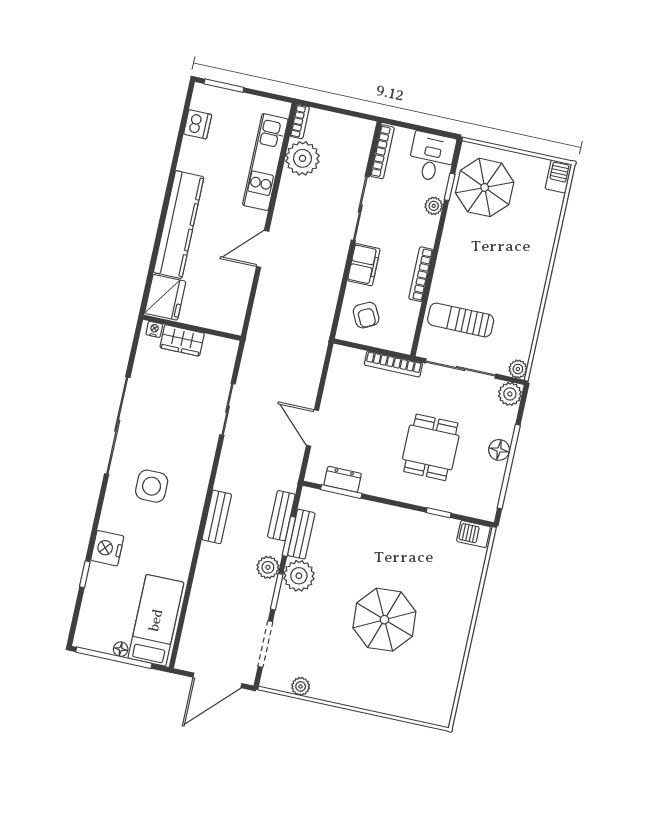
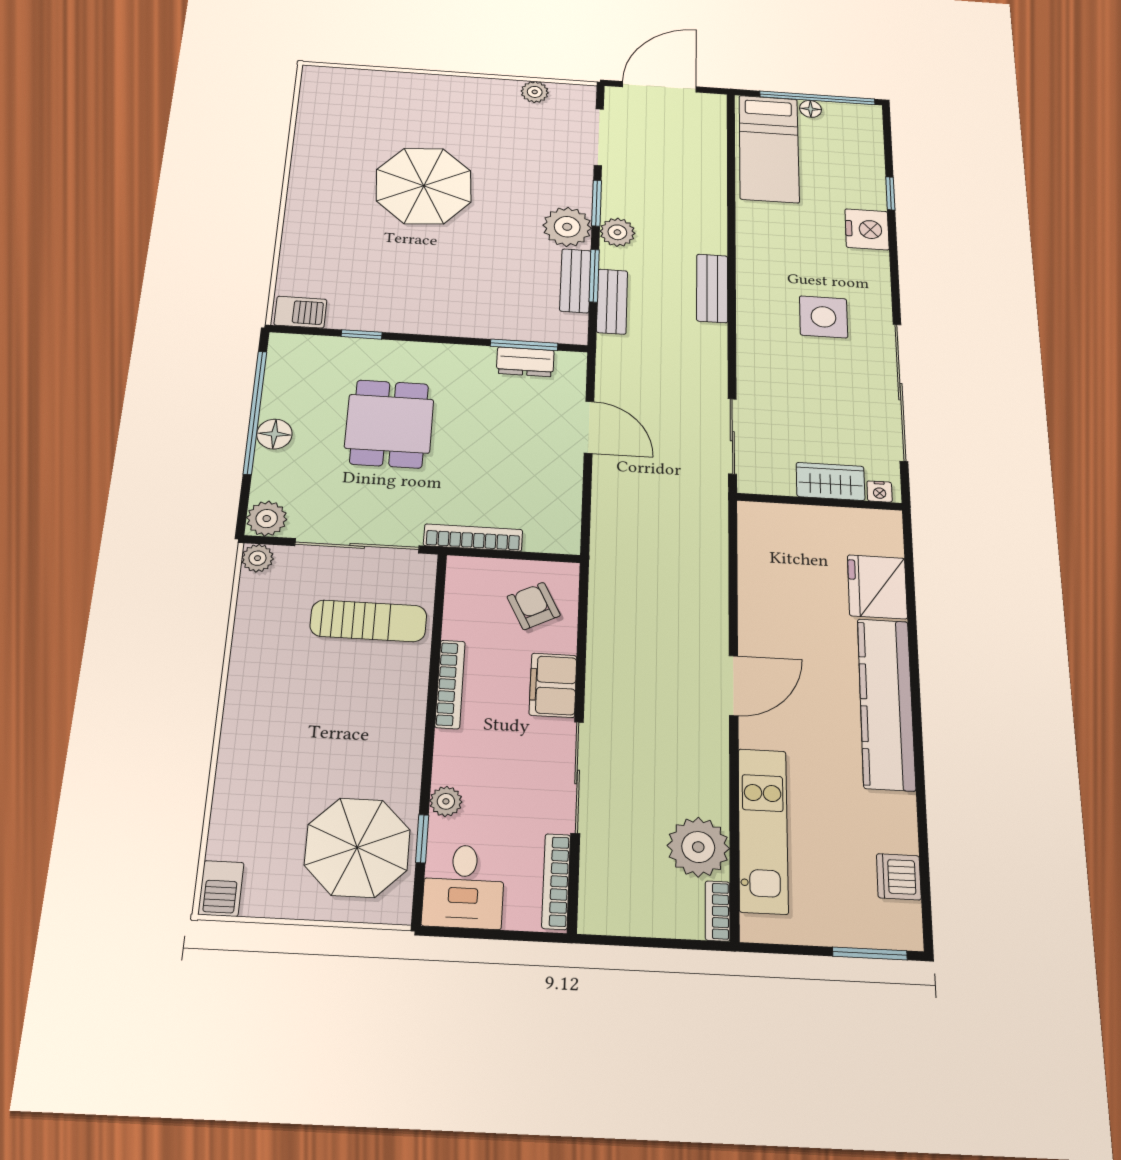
wall: (192, 328) -> (820, 502), moved
nightstand: (154, 329) -> (880, 491), moved
wardrobe: (182, 340) -> (830, 481), moved

